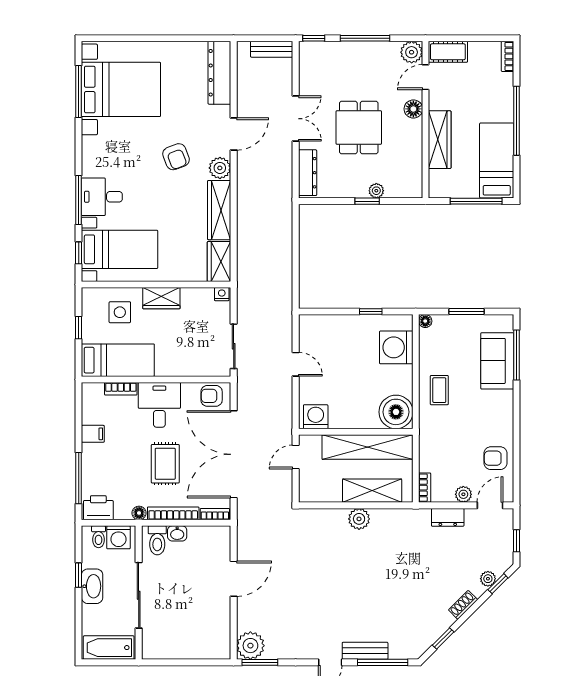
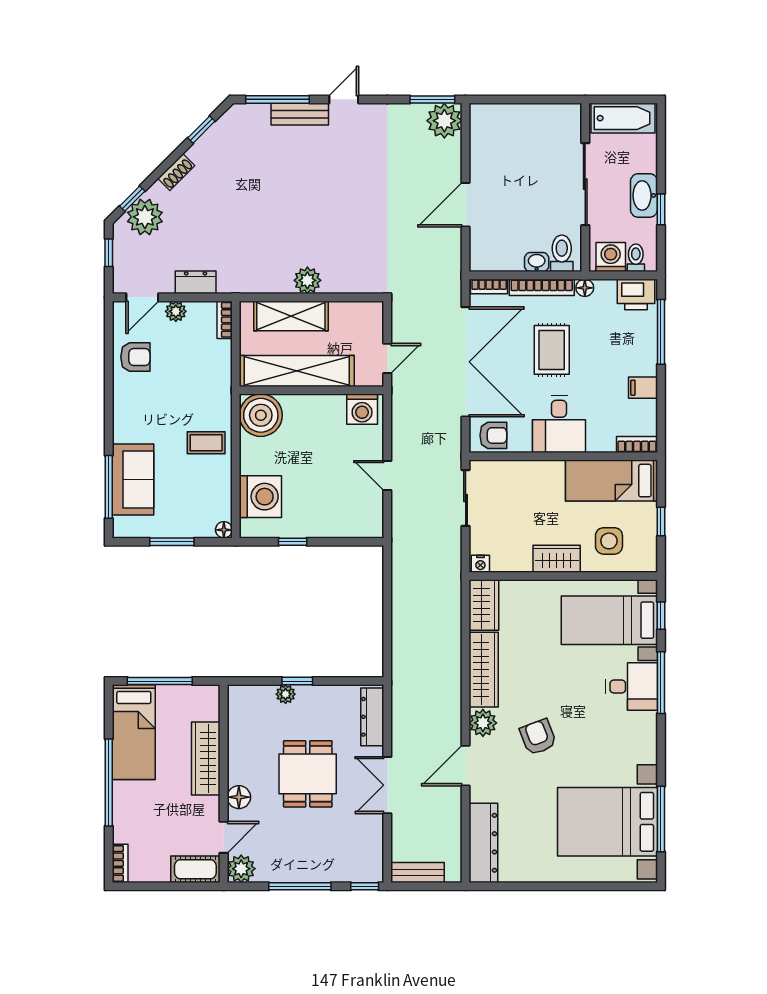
bookcase: (121, 389) -> (637, 444), moved
coffee table: (439, 390) -> (206, 443), turned 90
plant: (488, 579) -> (145, 217), width x1.88, depth x1.88

